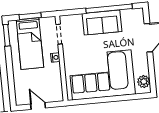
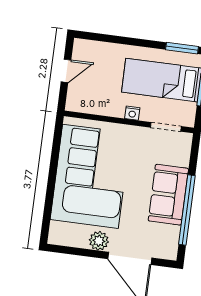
plant: (144, 82) -> (99, 241), moved

